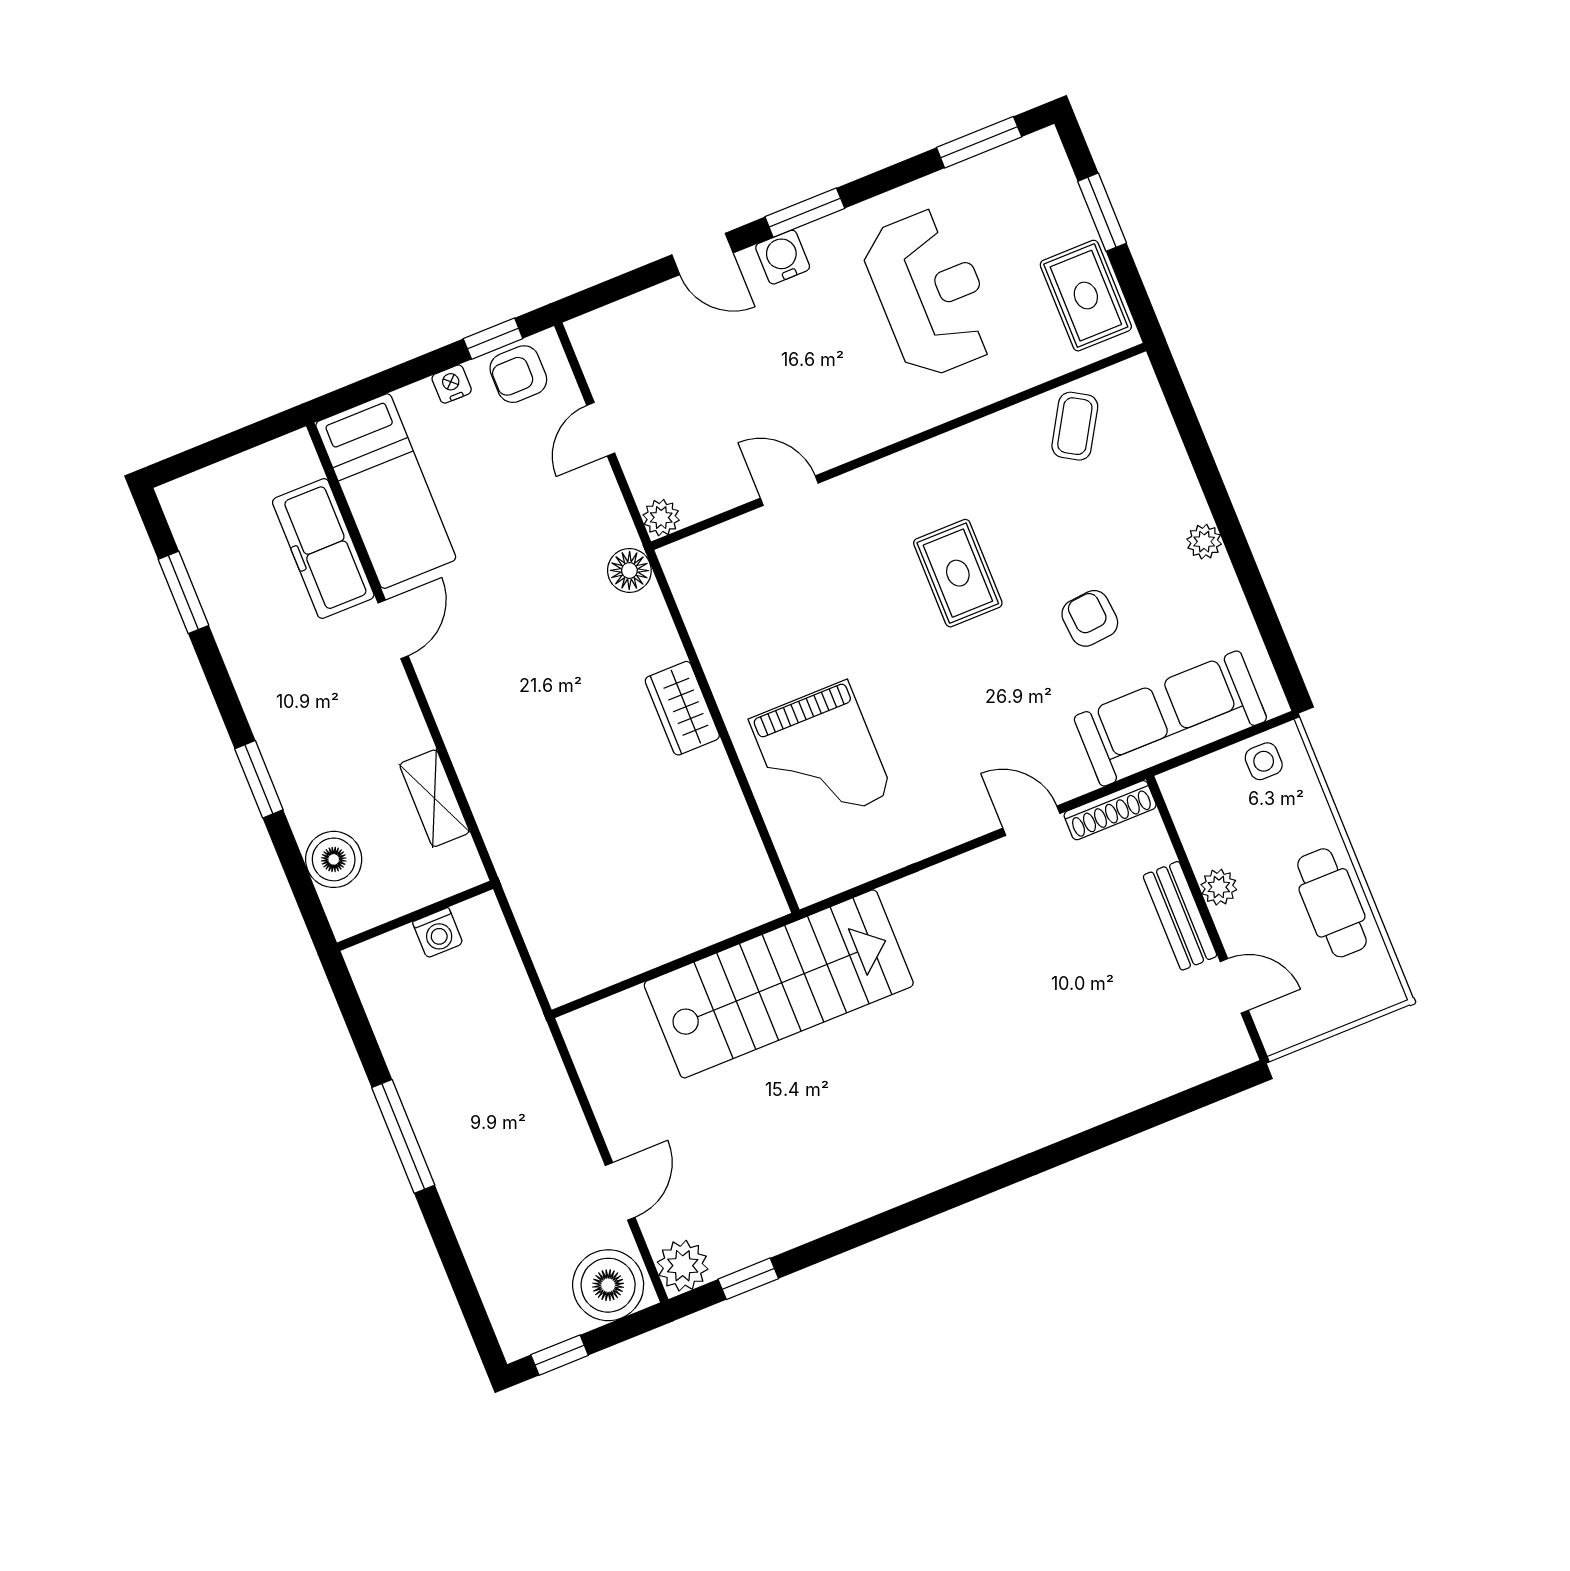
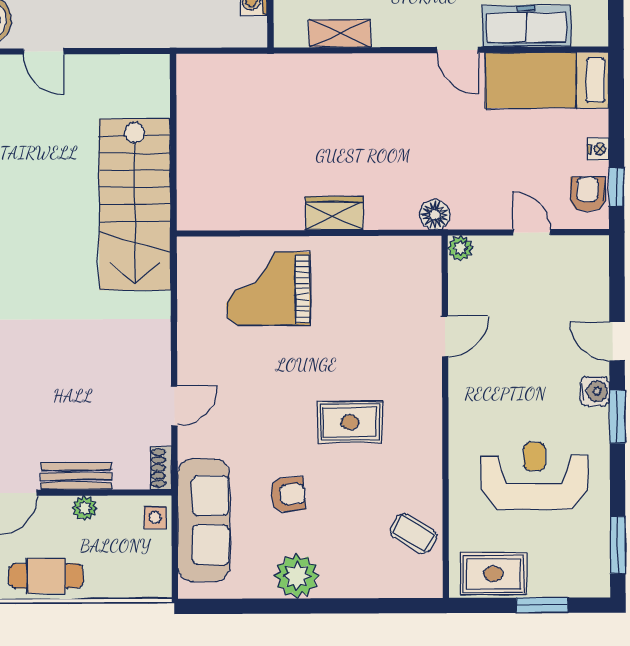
door: (702, 254) -> (617, 341), hinge flipped
reception desk: (931, 293) -> (535, 476), turned 180
plant: (1204, 542) -> (297, 576), width x1.88, depth x1.88
side table: (1264, 761) -> (155, 518), moved
shoe rack: (1110, 810) -> (161, 468), width x0.70

